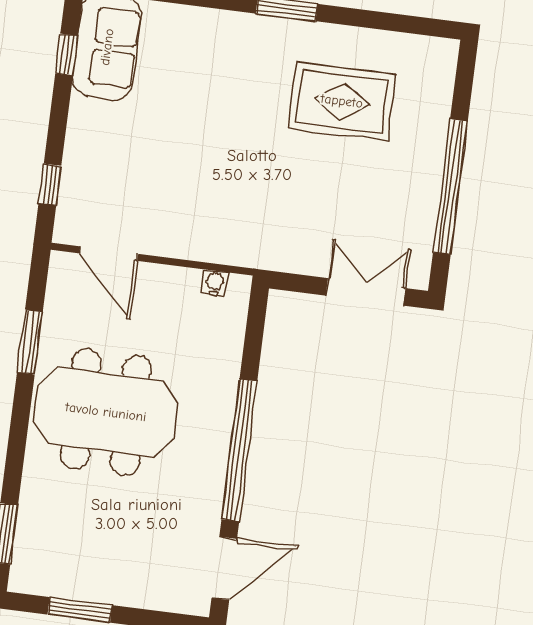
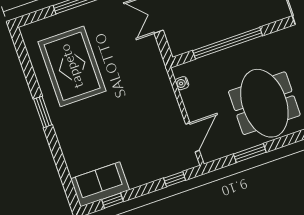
rug: (342, 101) -> (72, 66), width x1.37, depth x1.44
window: (239, 450) -> (228, 43), moved

